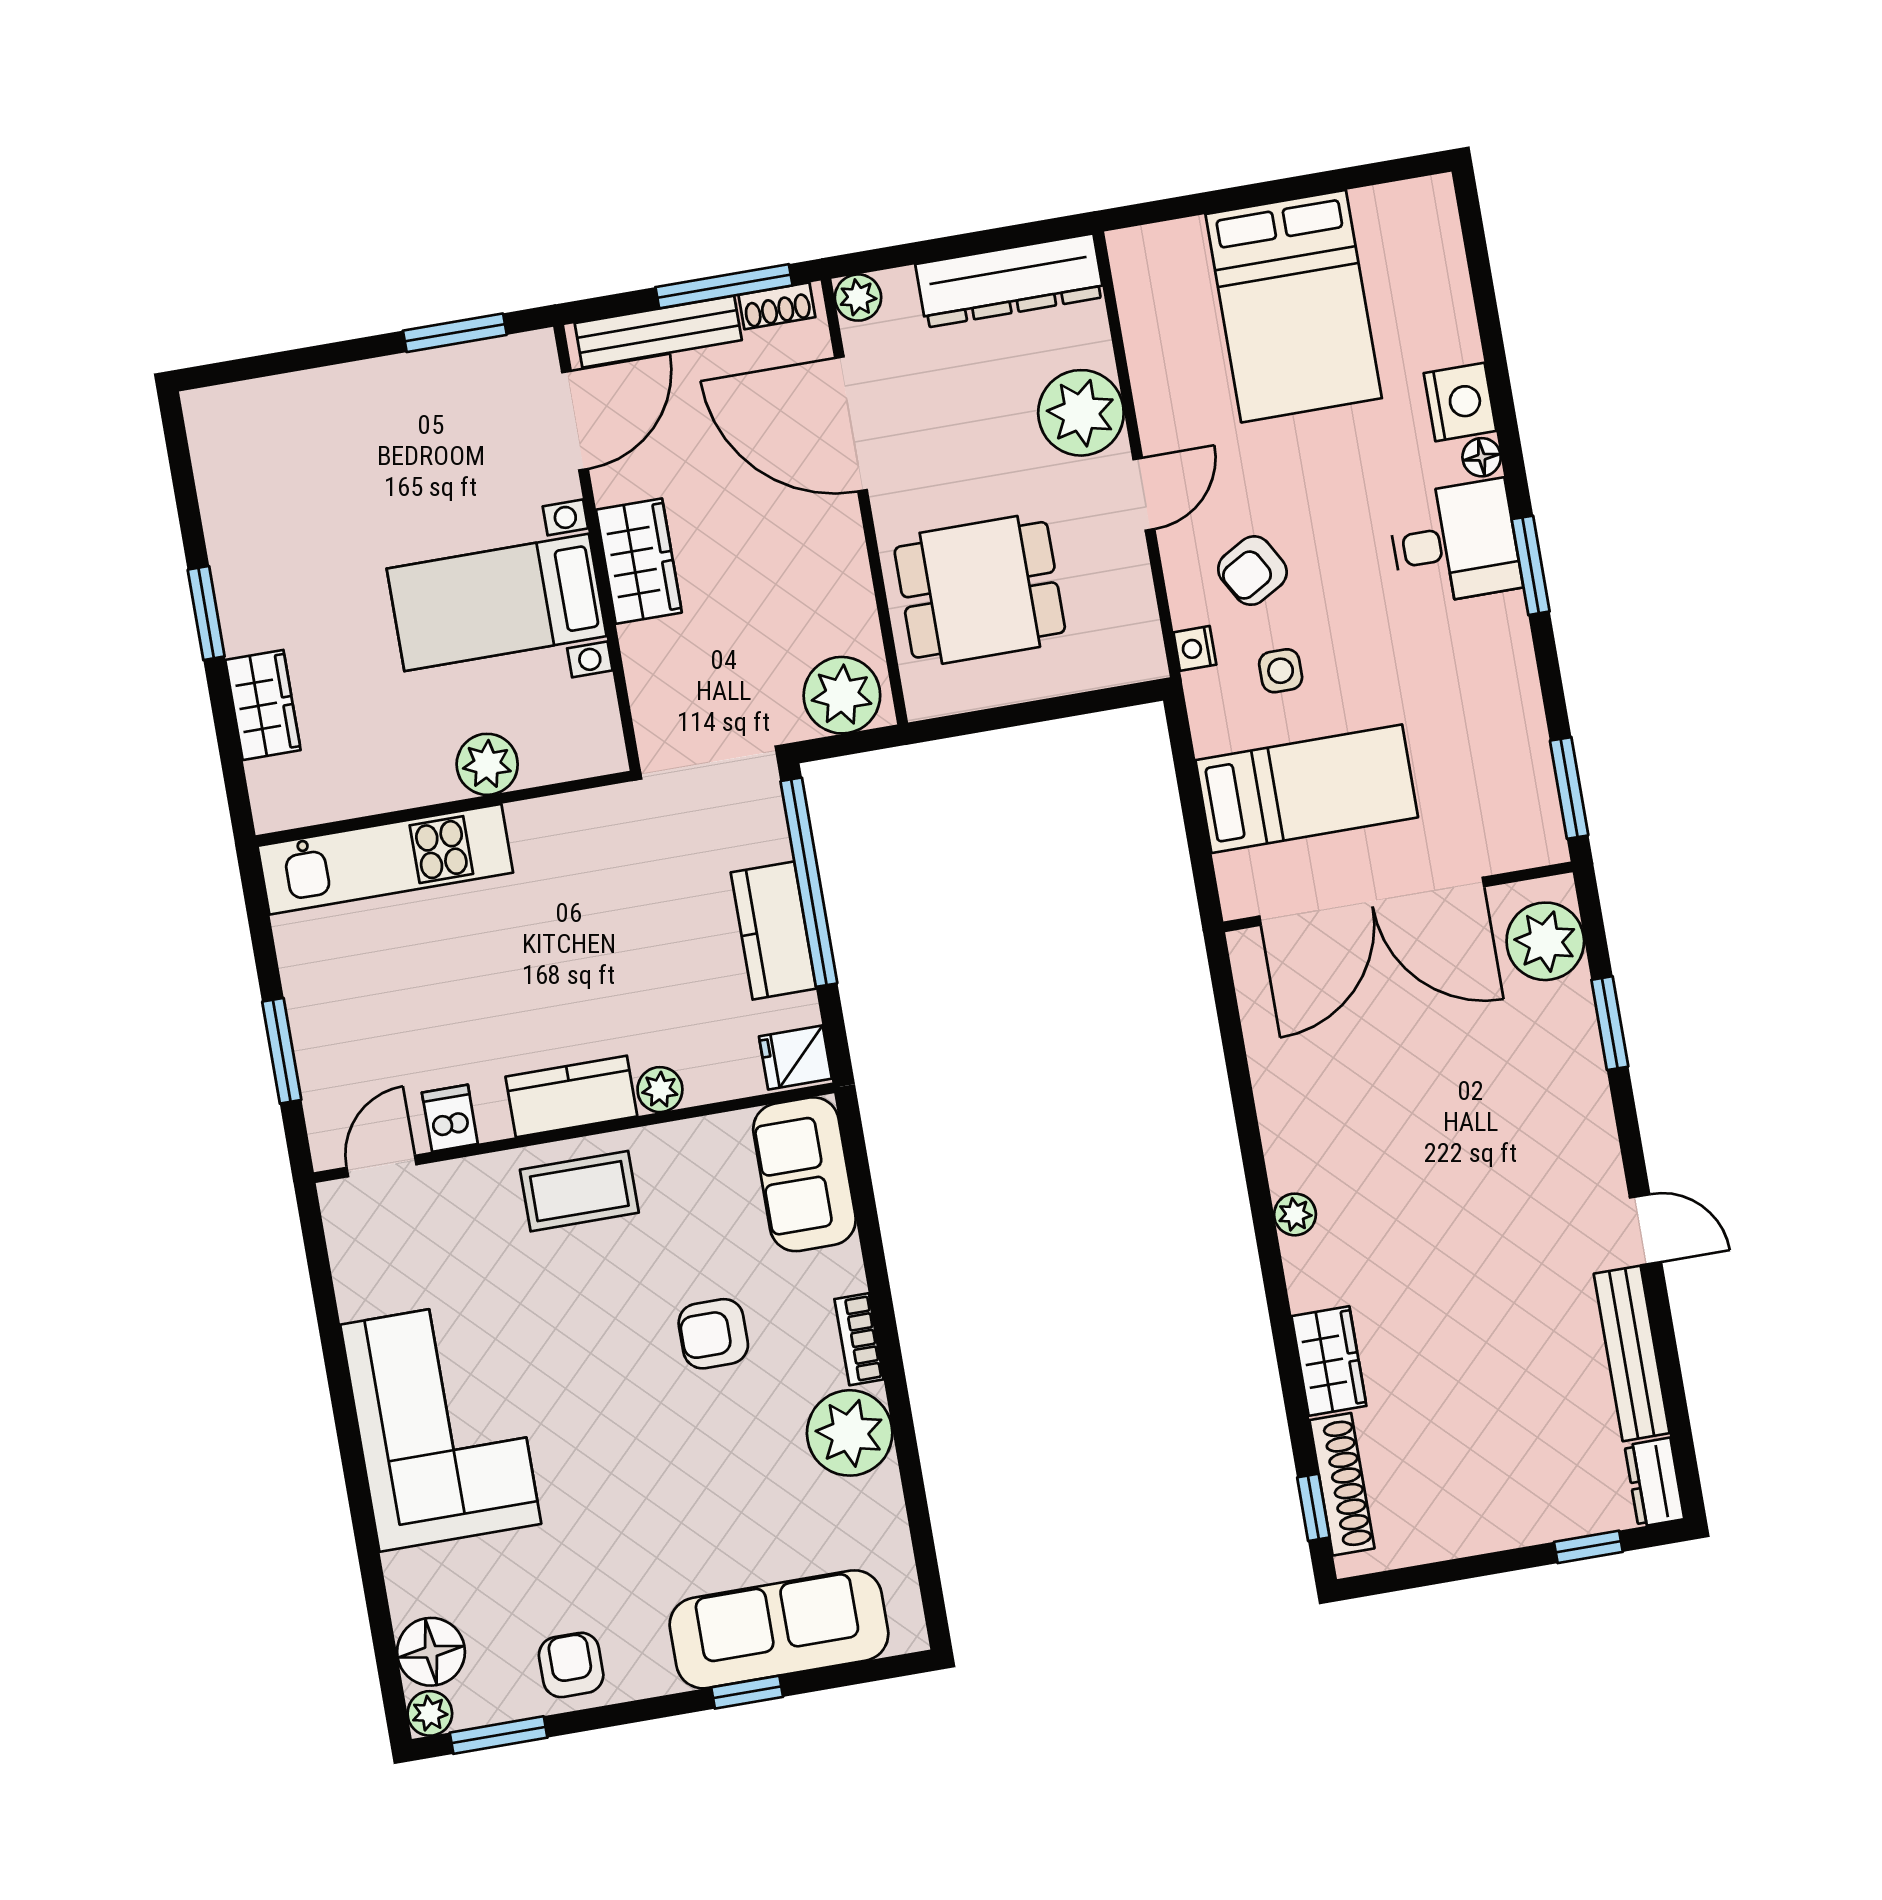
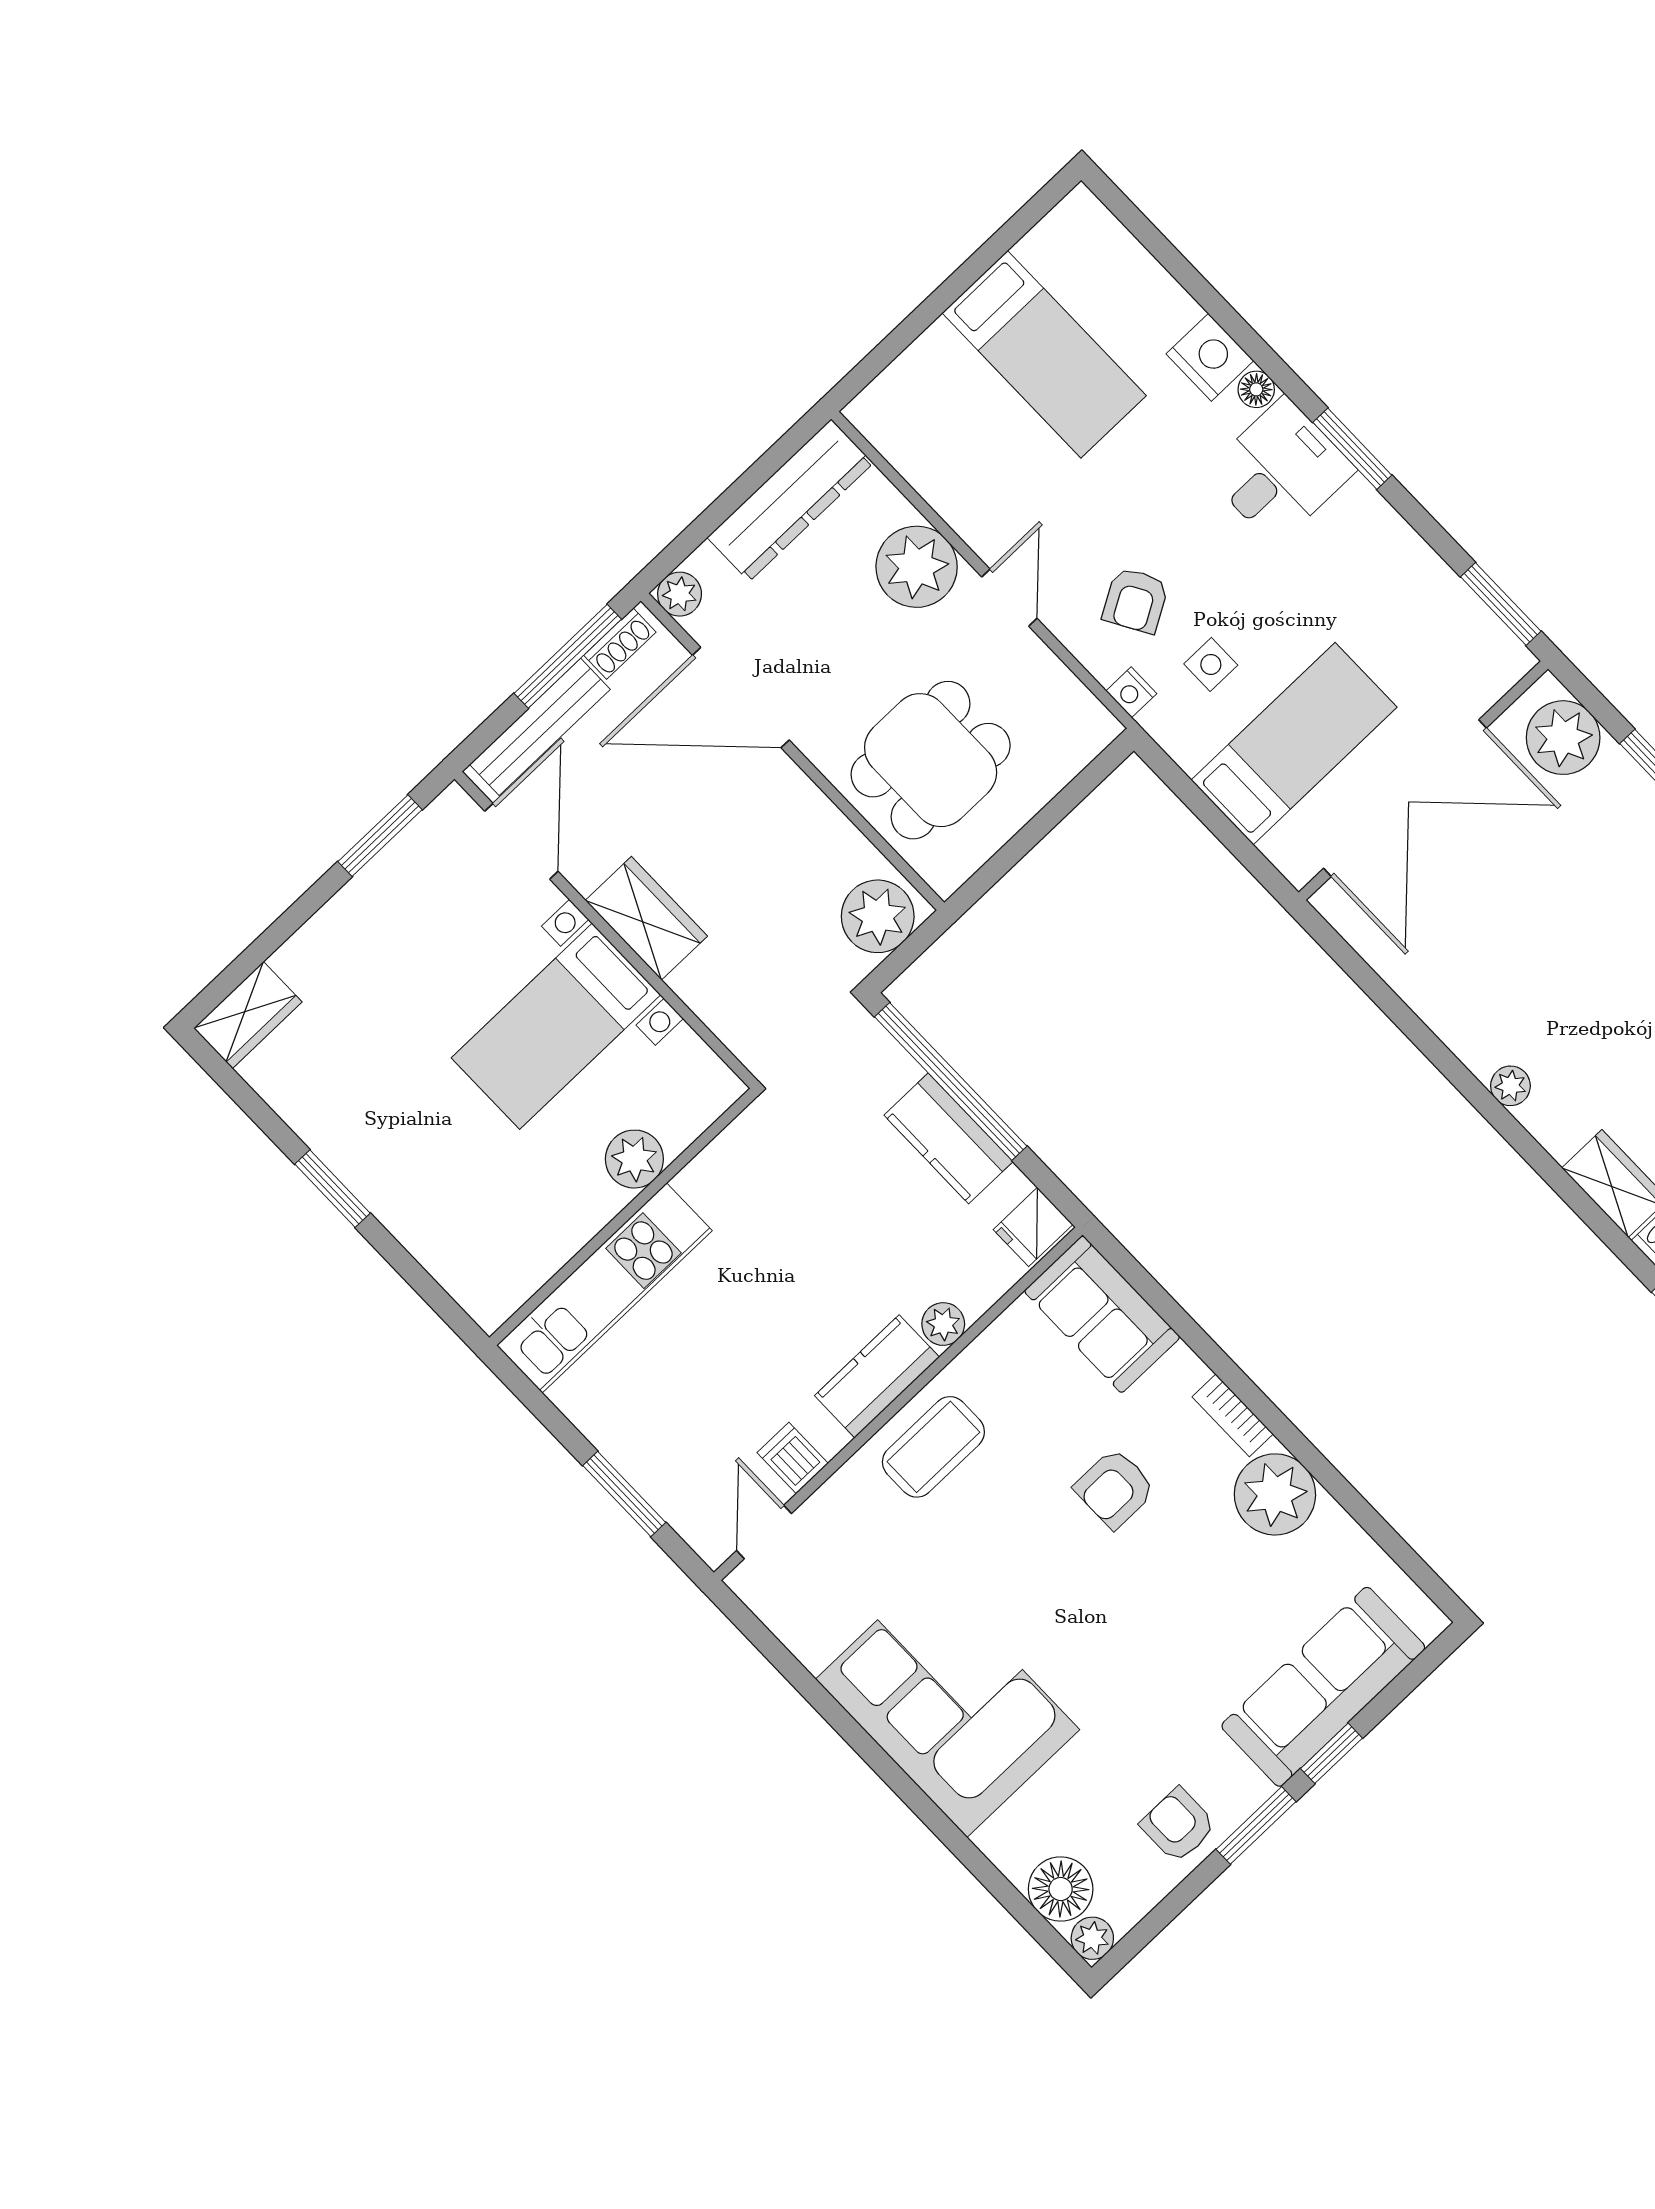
bed: (1294, 306) -> (1044, 354), width x0.67
wardrobe: (263, 705) -> (248, 1015), moved, turned 90
window: (499, 1735) -> (1256, 1825), moved

